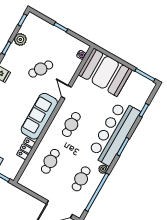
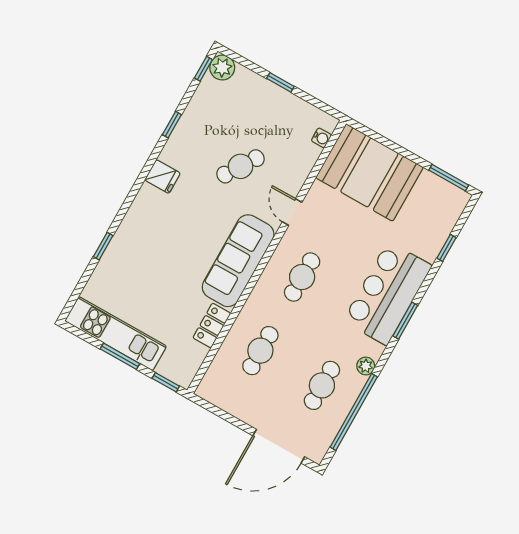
plant: (20, 39) -> (222, 68), moved
bar counter: (114, 133) -> (387, 293), width x0.73

